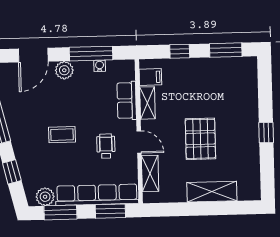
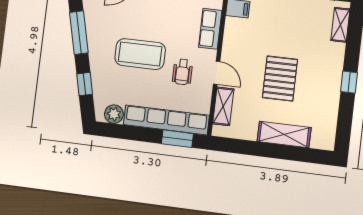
shelving: (147, 103) -> (340, 25), moved
coffee table: (62, 135) -> (140, 54), width x1.86, depth x1.72
wheelchair: (106, 146) -> (182, 72), turned 180
window: (60, 212) -> (127, 132), removed

